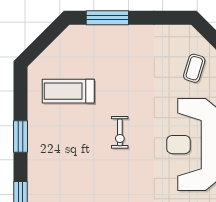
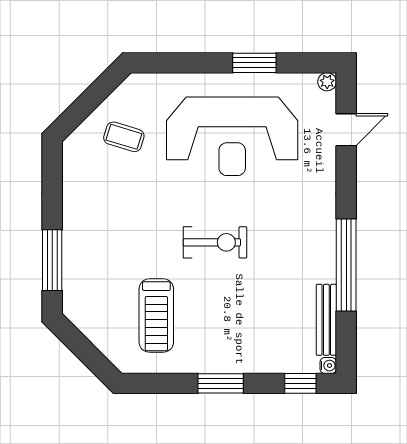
exercise bike: (120, 132) -> (215, 242), width x1.38, depth x1.39

